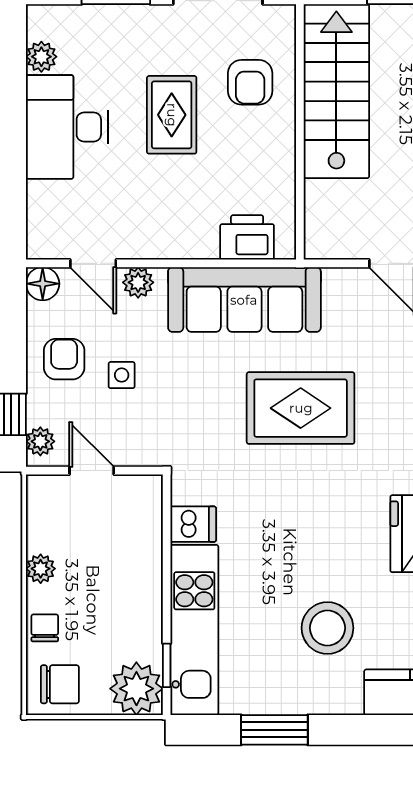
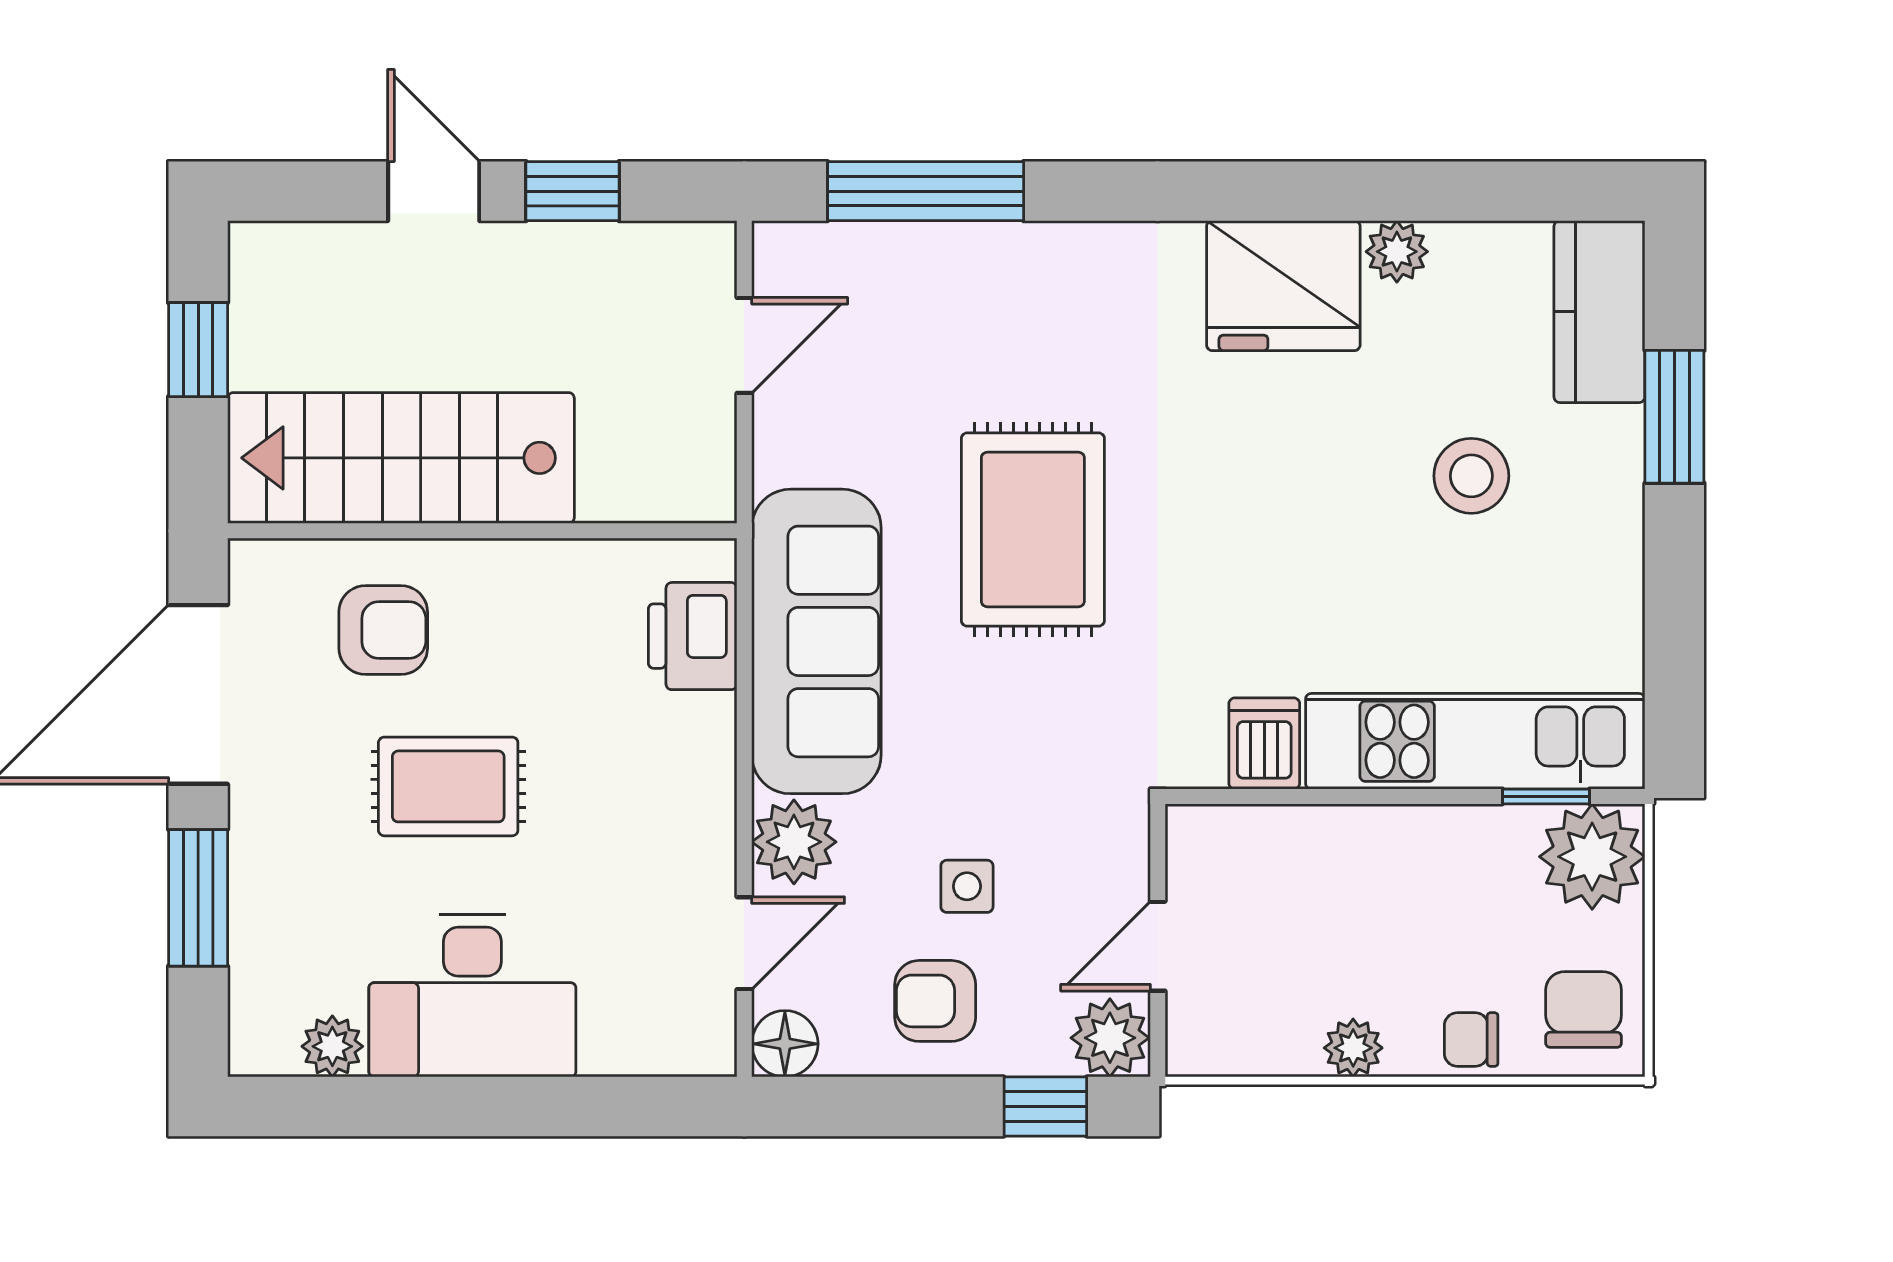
plant: (138, 282) -> (794, 842), width x1.38, depth x1.38
plant: (40, 441) -> (1110, 1038), width x1.38, depth x1.38
stool: (327, 628) -> (1471, 476), width x0.73, depth x0.73
window: (274, 730) -> (1674, 417), moved

